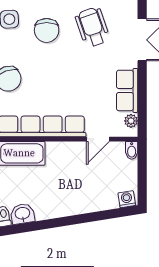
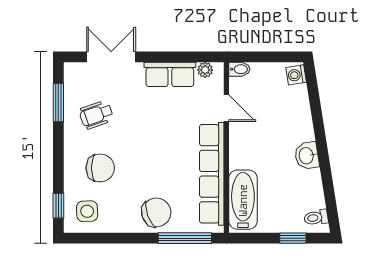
wheelchair: (92, 27) -> (96, 115), width x0.73, depth x0.73
washbasin: (22, 214) -> (307, 156), moved

